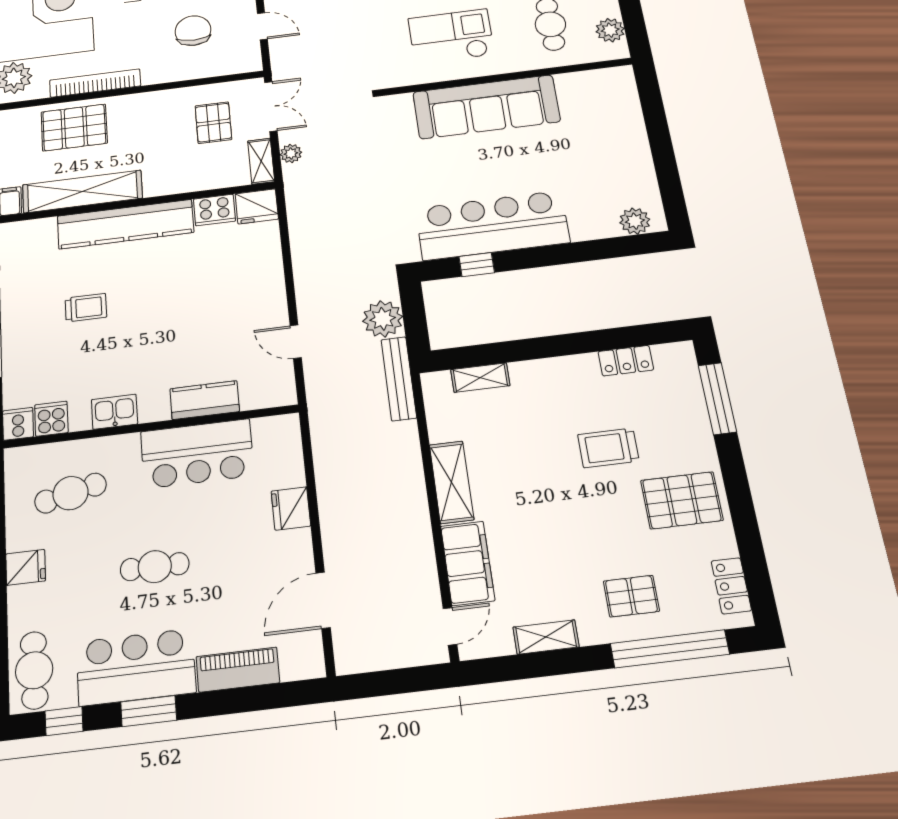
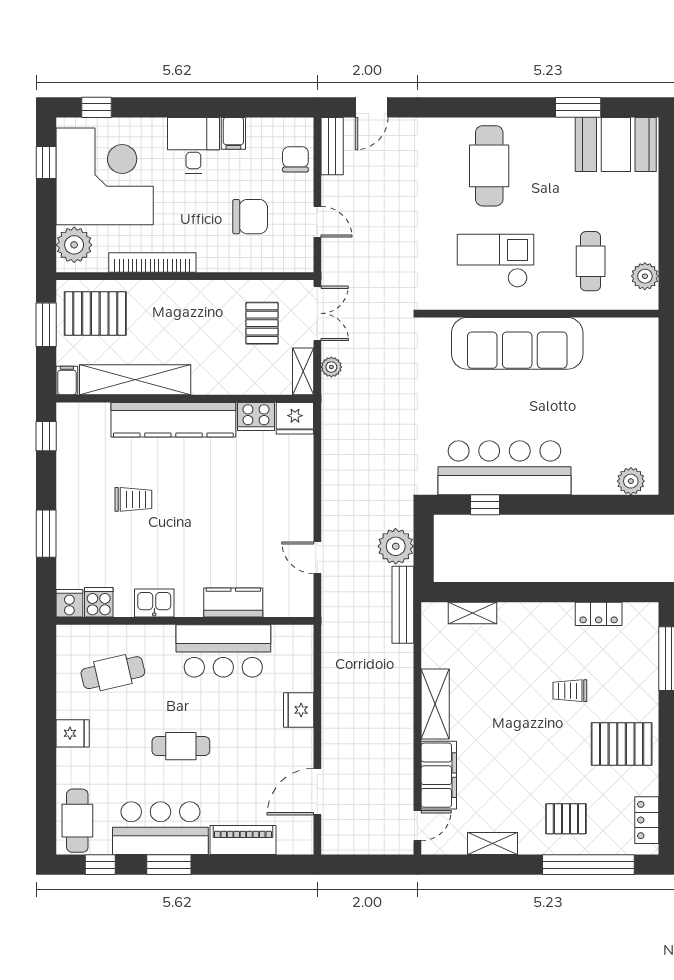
chair: (193, 31) -> (250, 217), turned 90
pallet: (74, 128) -> (95, 314), moved
trolley: (608, 448) -> (570, 691), width x0.73, depth x0.72

